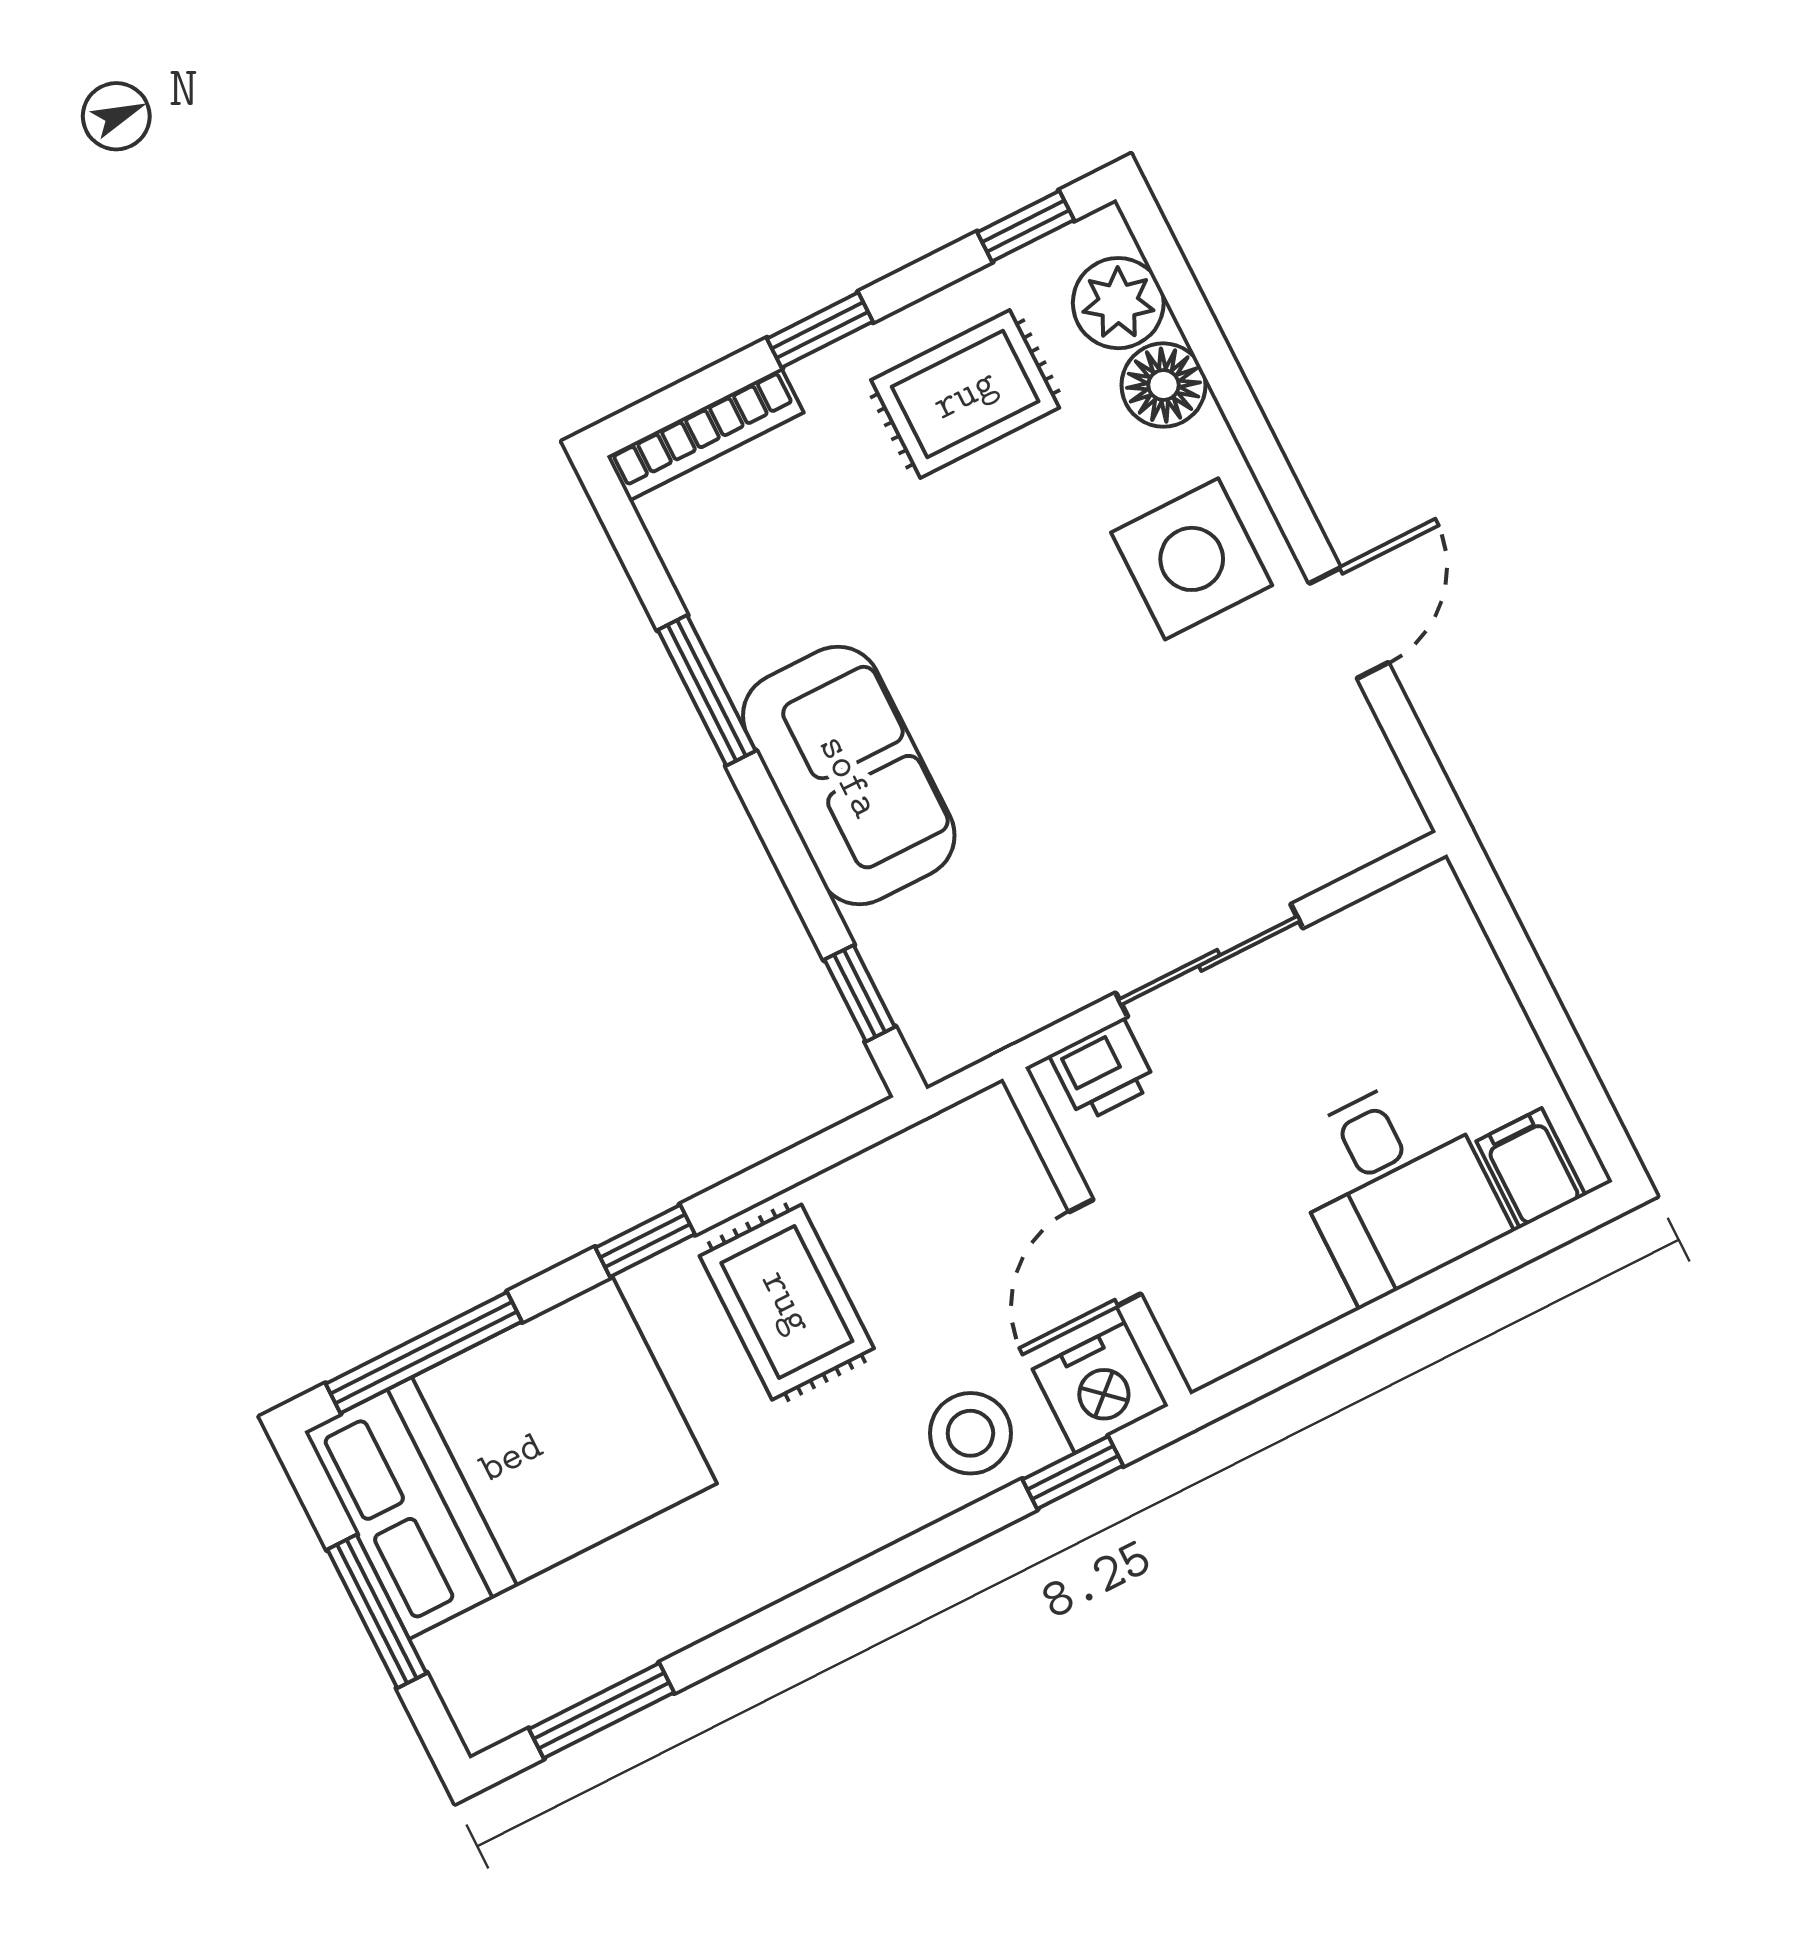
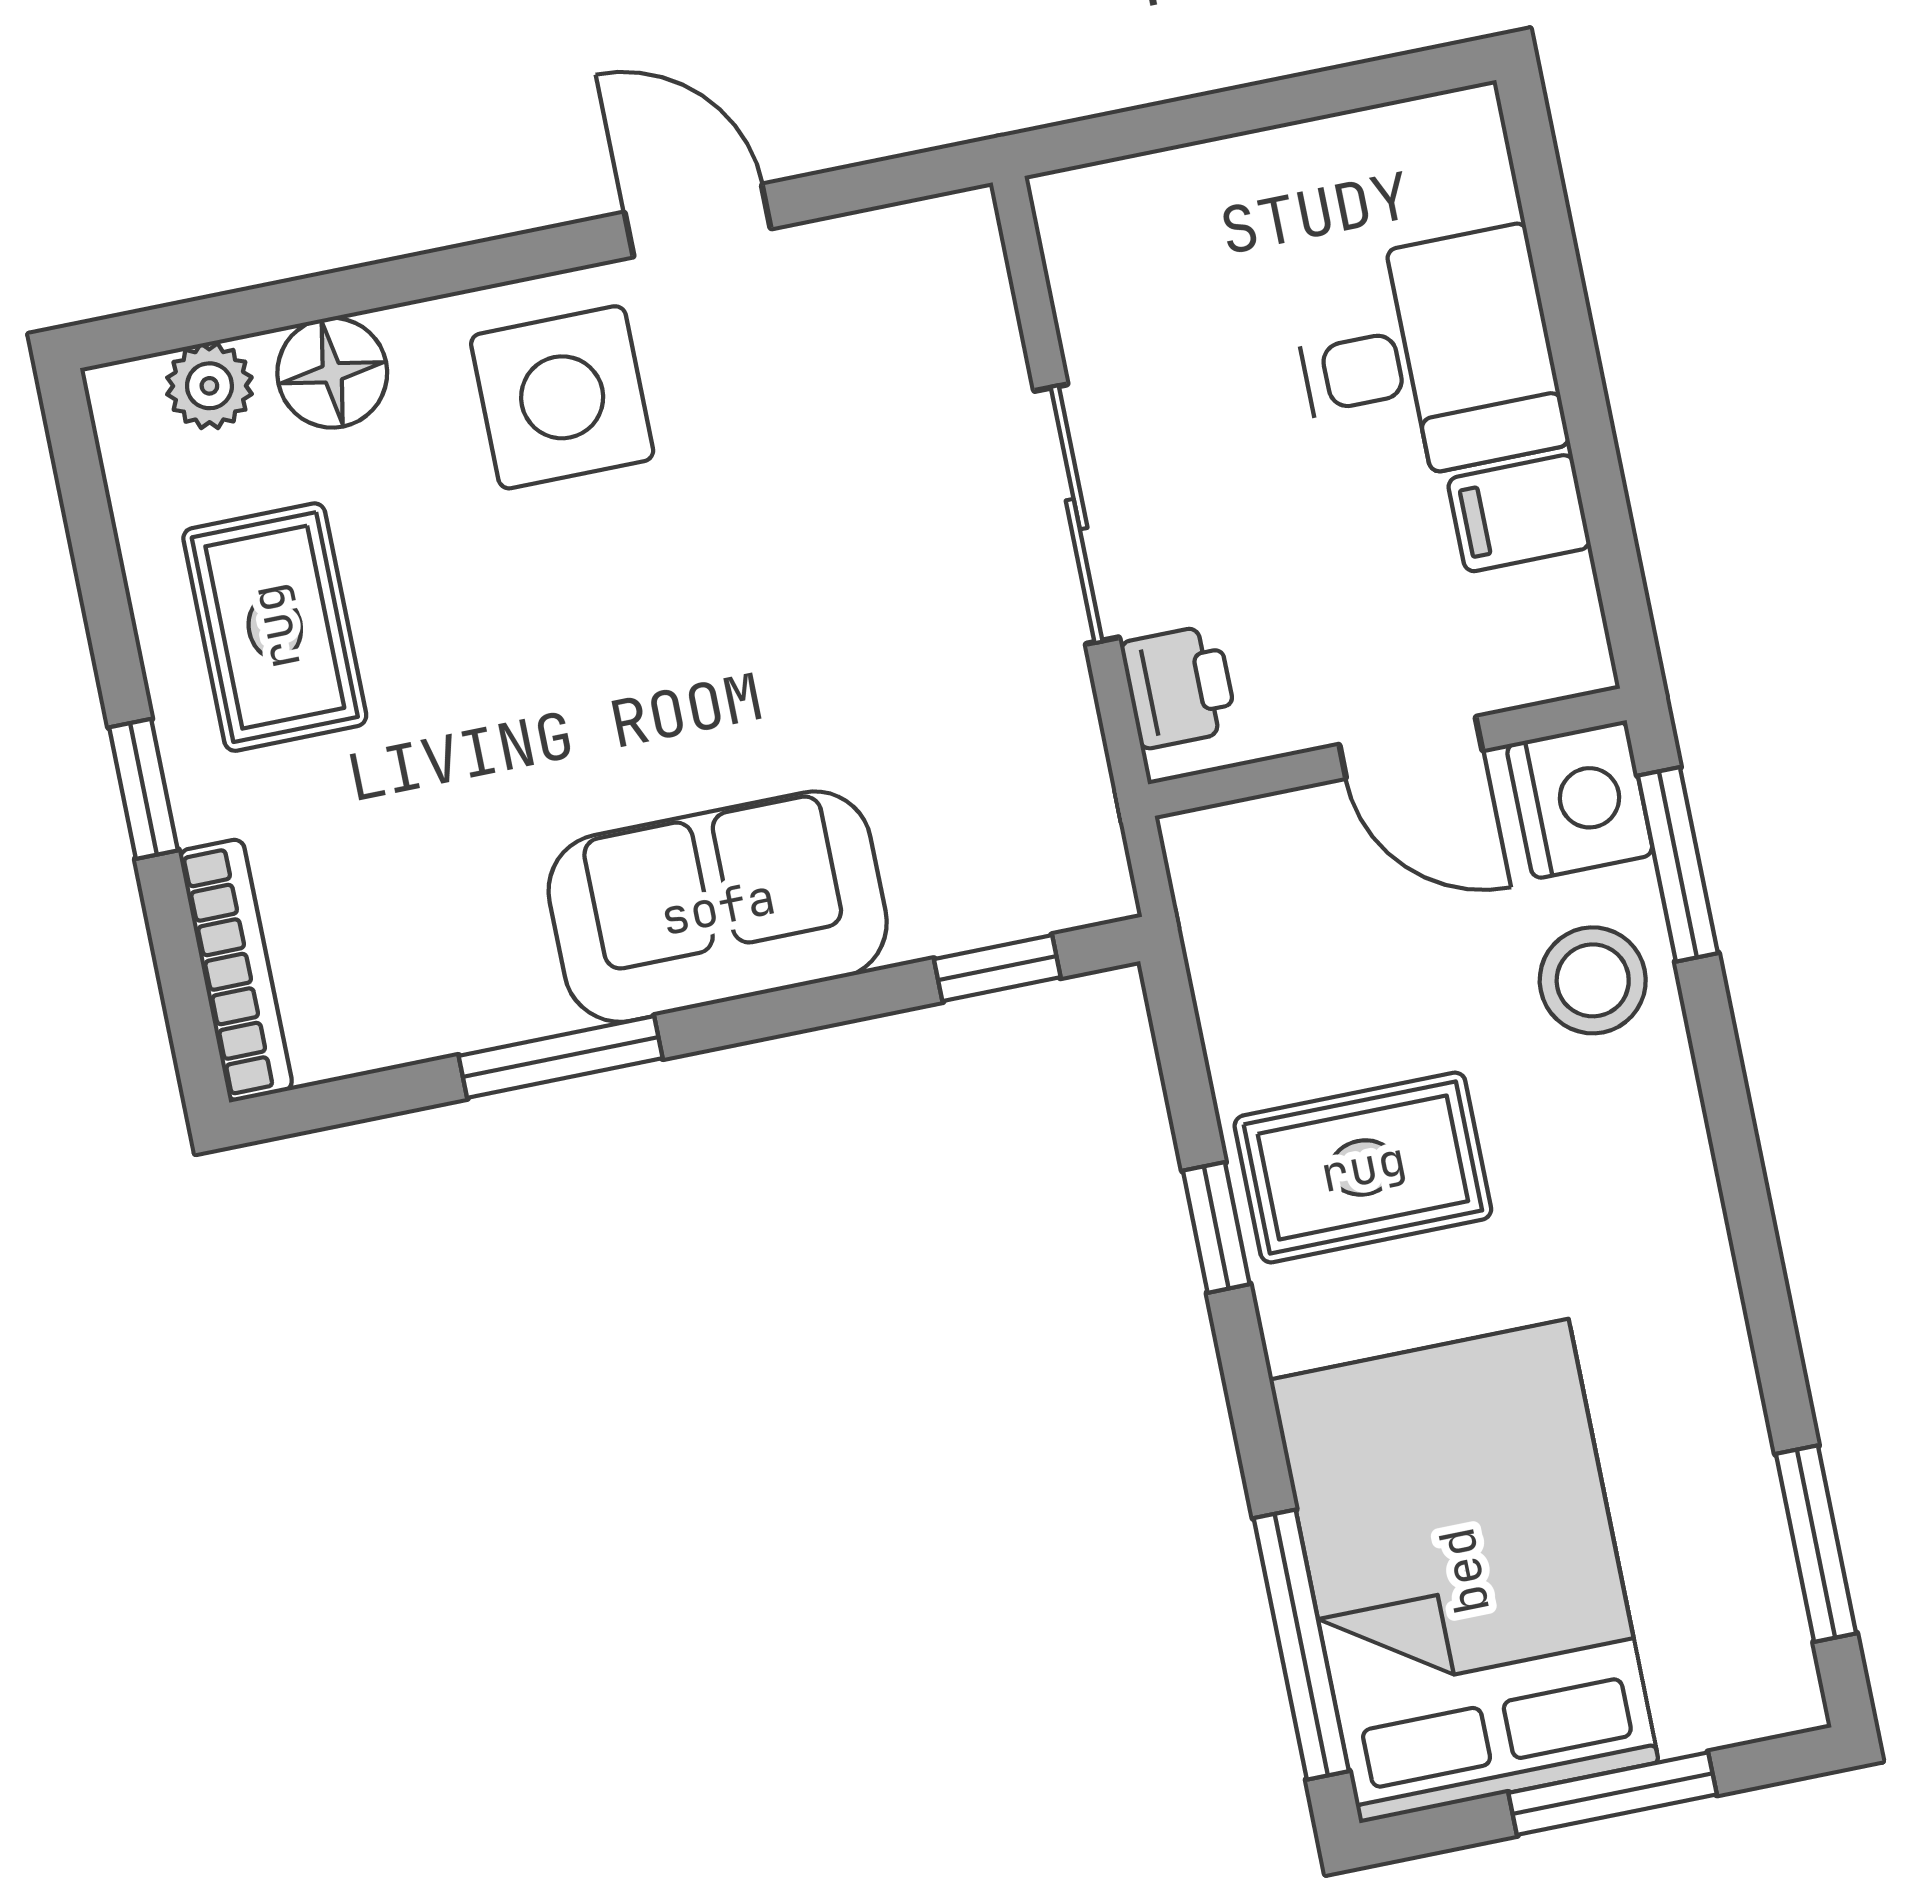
window: (1026, 226) -> (83, 492), removed
plant: (1118, 303) -> (209, 386), width x0.73, depth x0.73
filing cabinet: (1531, 1168) -> (1519, 513), moved
window: (645, 1241) -> (1216, 1227), moved
window: (1073, 1473) -> (1678, 864), width x1.50

